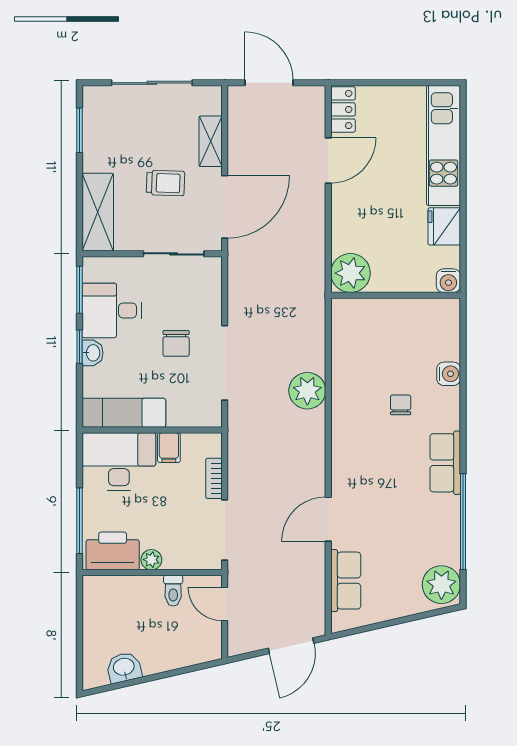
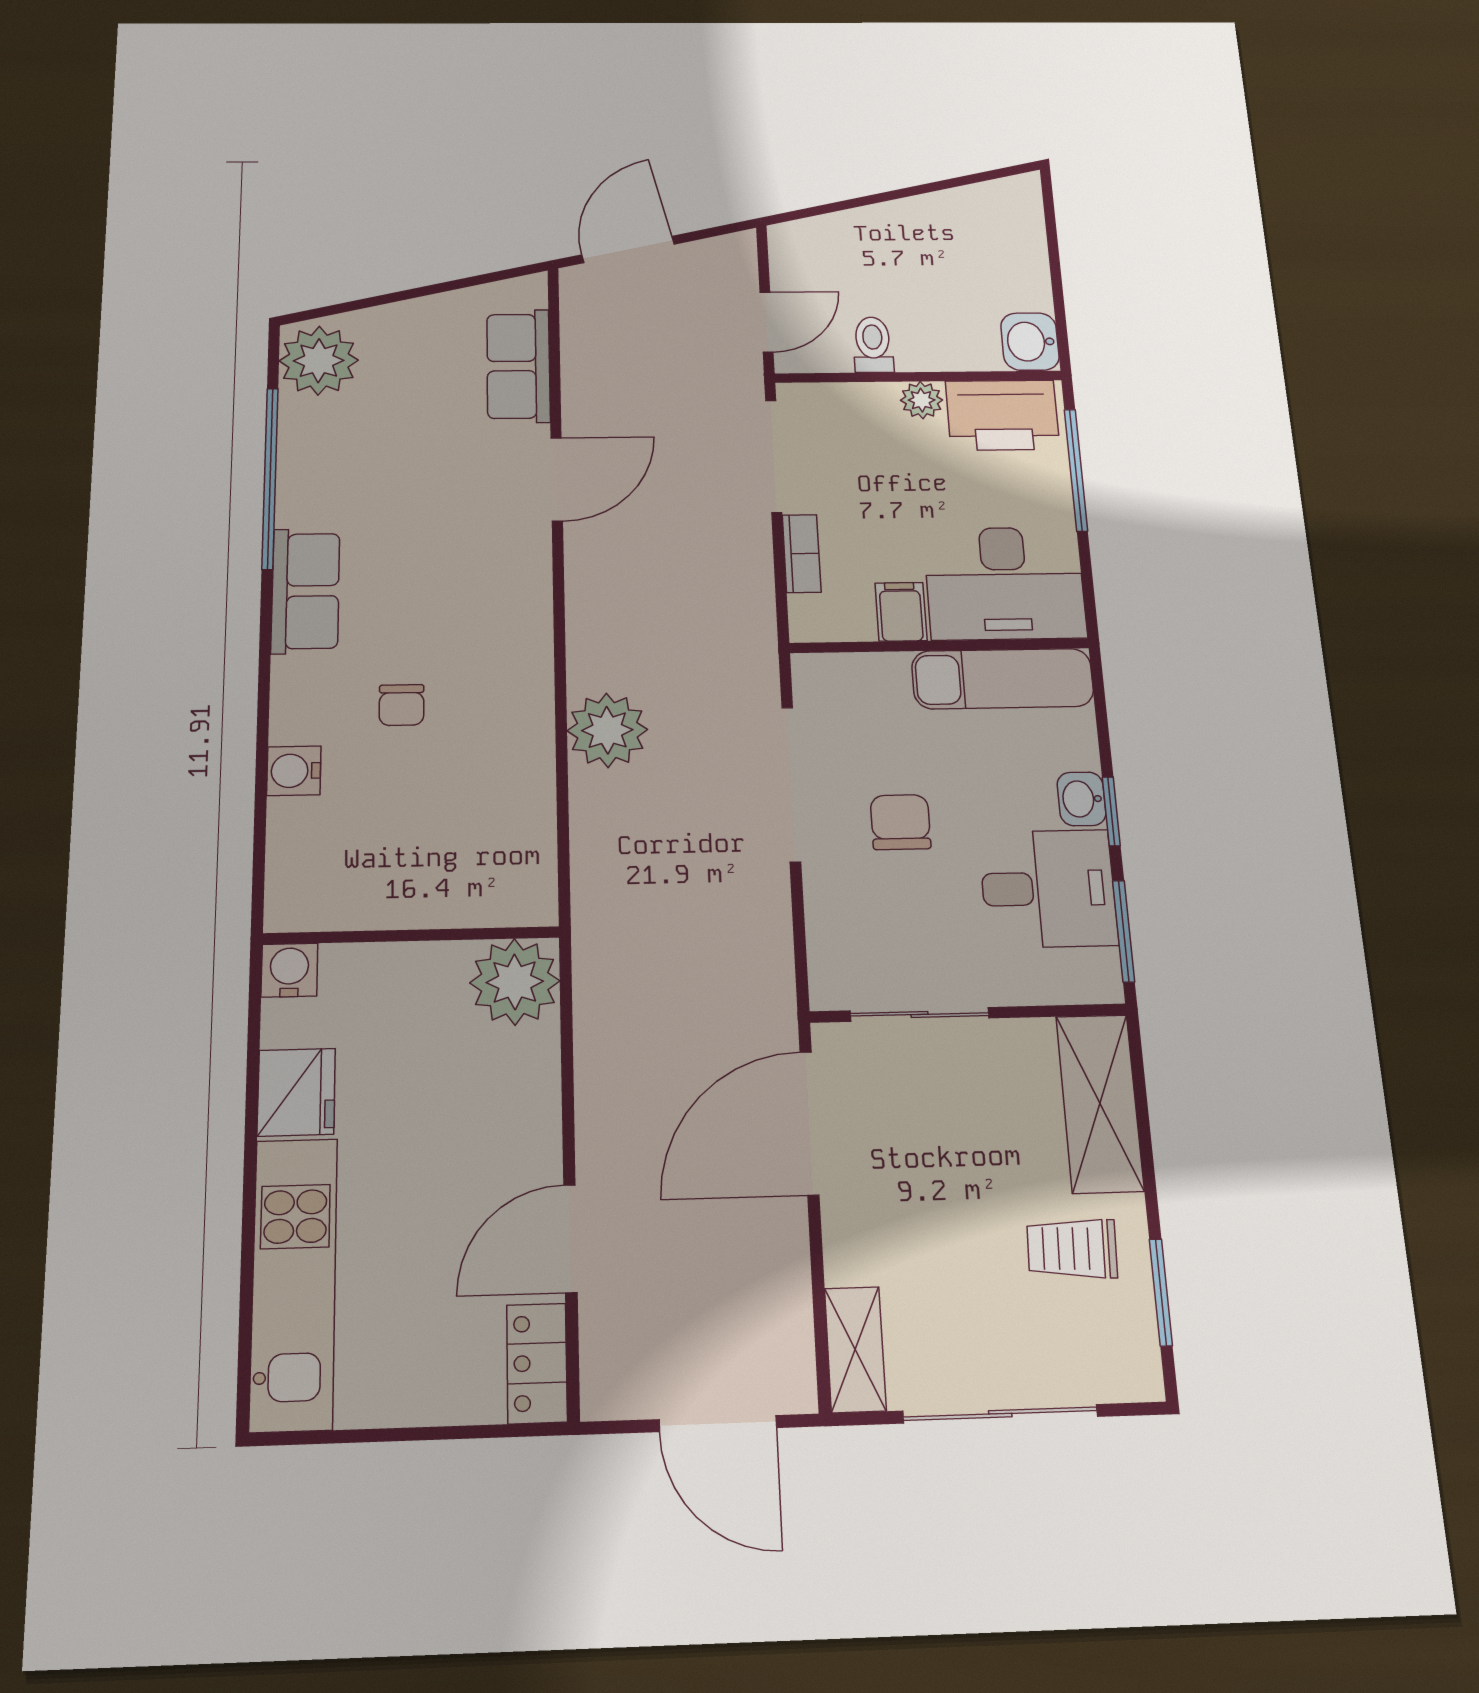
shelving: (211, 141) -> (855, 1349), moved
trolley: (166, 183) -> (1072, 1248), moved
door: (225, 604) -> (766, 322), hinge flipped
washbasin: (124, 668) -> (1030, 342), moved, turned 103

